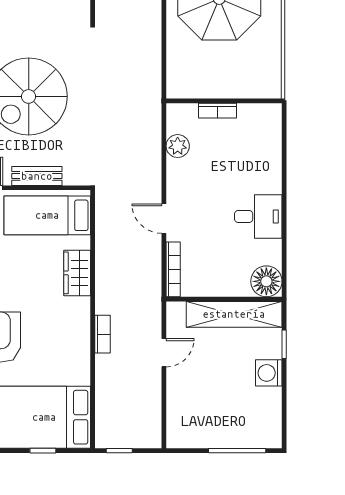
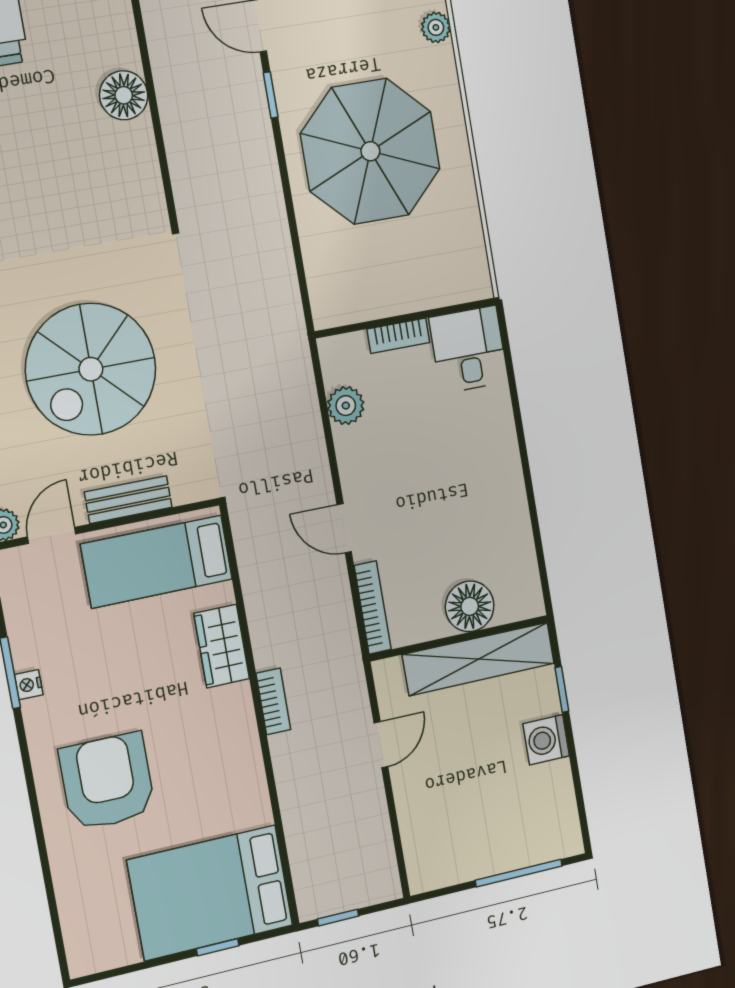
desk: (258, 216) -> (468, 349), moved, turned -90
floor lamp: (266, 281) -> (470, 606), moved
bookcase: (102, 334) -> (273, 701), moved

